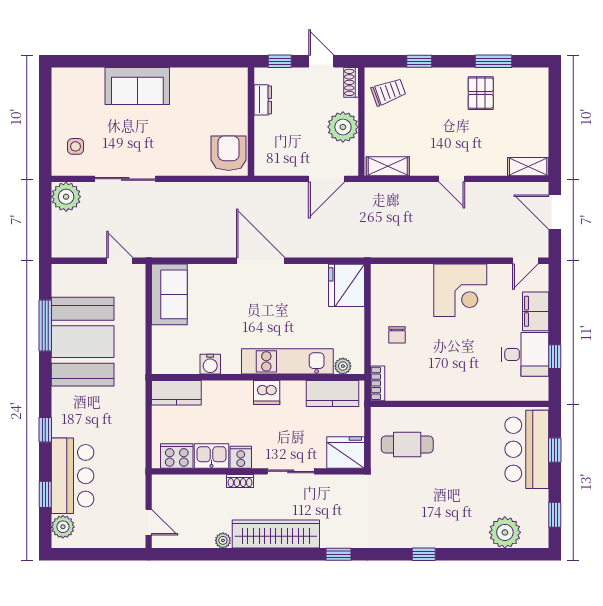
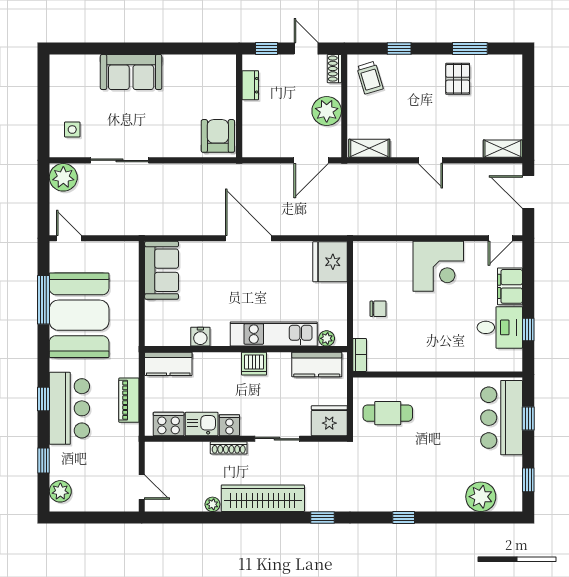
trolley: (388, 92) -> (370, 78), turned 93
door: (120, 261) -> (69, 238), moved
chair: (397, 335) -> (378, 309), turned -90
piano: (135, 431) -> (129, 400), added
bar counter: (73, 476) -> (69, 408), moved
shoe rack: (240, 481) -> (229, 448), width x1.43

